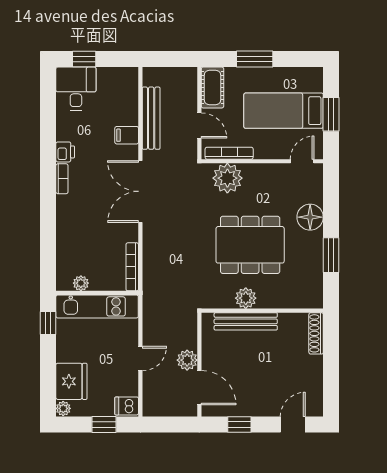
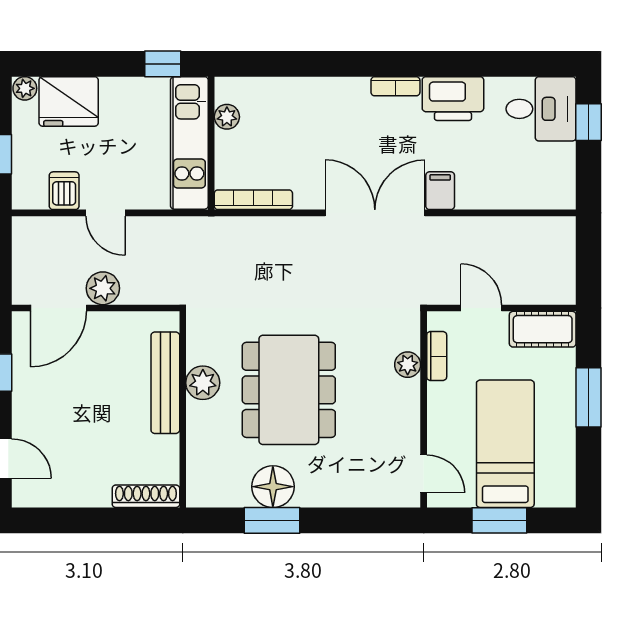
bench: (151, 118) -> (493, 230), removed
door: (199, 126) -> (481, 308), swing flipped
filing cabinet: (127, 135) -> (440, 191), moved
printer: (65, 152) -> (453, 99), width x1.87, depth x1.48
bookcase: (229, 153) -> (437, 356), width x0.64
plant: (227, 178) -> (408, 365), width x0.53, depth x0.53
floor lamp: (310, 217) -> (273, 487), moved
dishwasher: (127, 406) -> (64, 191), moved

